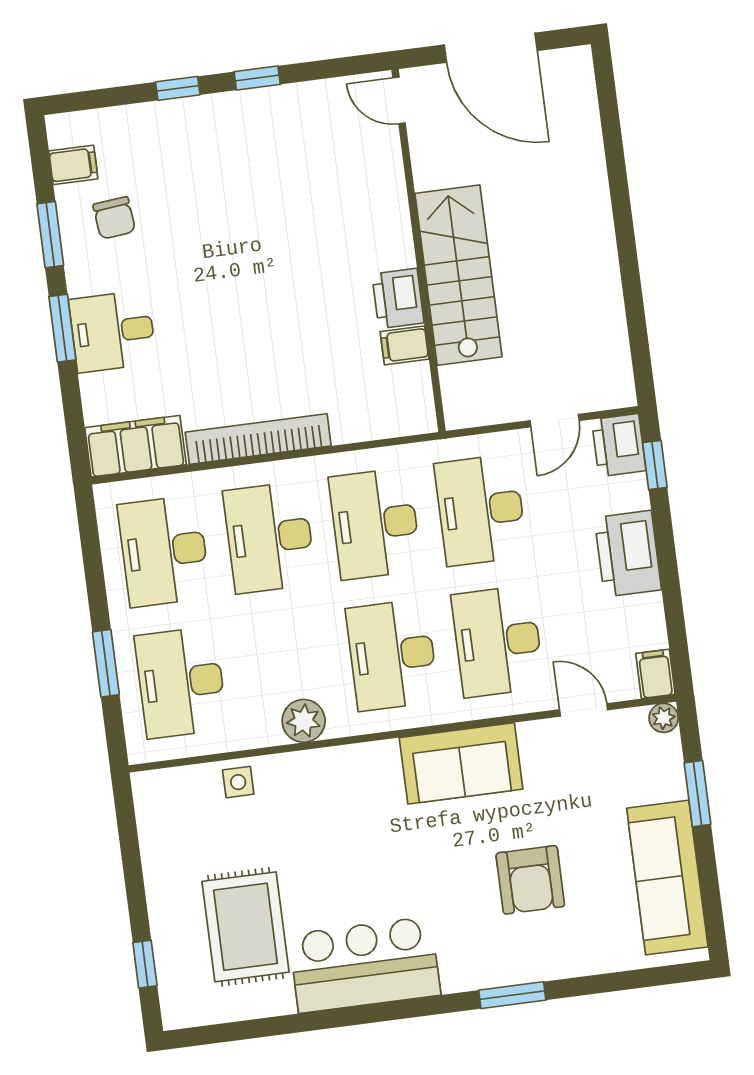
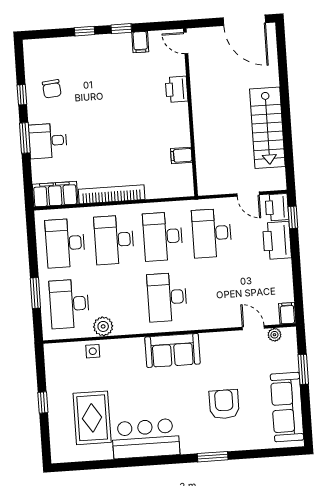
door: (491, 48) -> (244, 20), moved
filing cabinet: (73, 165) -> (140, 42), moved, turned 90
window: (50, 235) -> (22, 95), width x0.67
stairs: (458, 275) -> (267, 128), moved, turned 180
printer: (398, 298) -> (177, 89), moved
door: (555, 421) -> (248, 194), hinge flipped
printer: (628, 554) -> (277, 240), moved
desk: (498, 641) -> (216, 294), removed
plant: (664, 718) -> (274, 335), moved
plant: (304, 721) -> (103, 326), moved
sofa: (461, 763) -> (172, 350), moved
armchair: (530, 880) -> (224, 404), turned 180
window: (145, 964) -> (43, 403), moved

